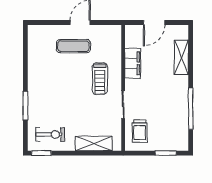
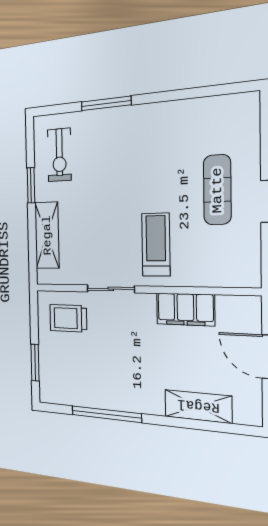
treadmill: (100, 79) -> (156, 245), turned 90
window: (41, 153) -> (31, 185), moved

